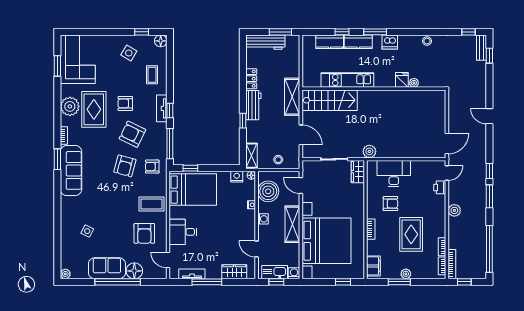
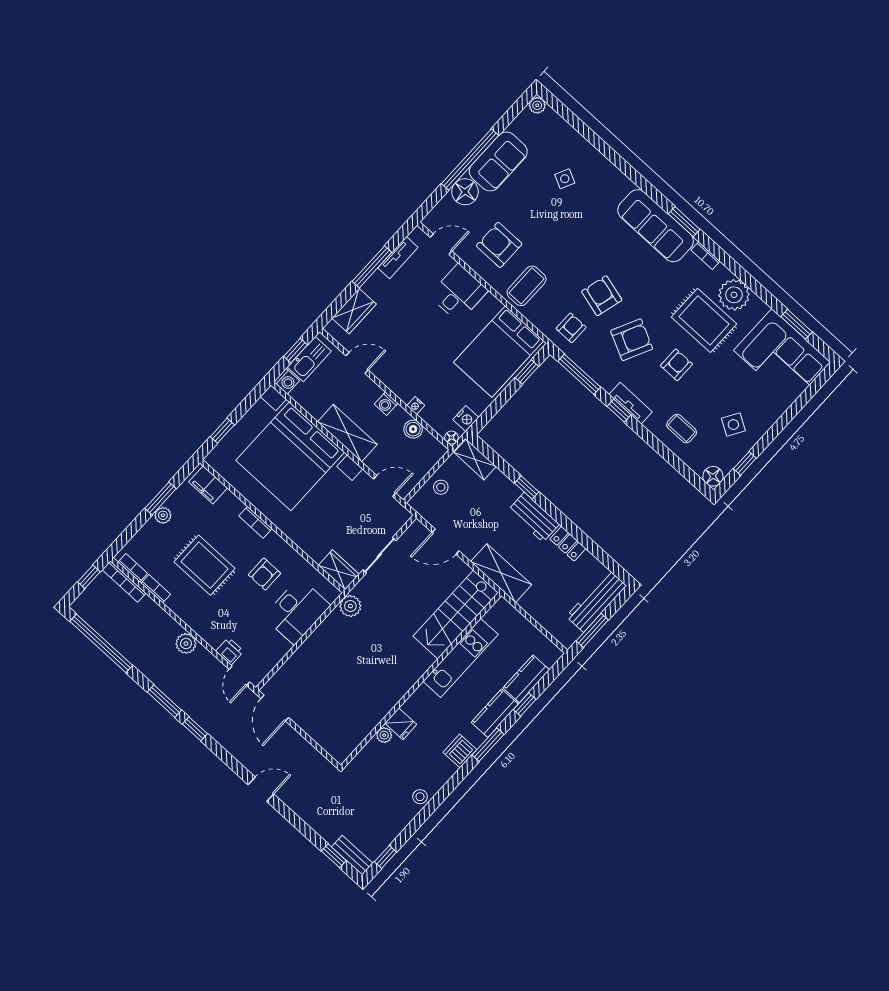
boiler: (268, 191) -> (413, 429), width x0.54, depth x0.54

